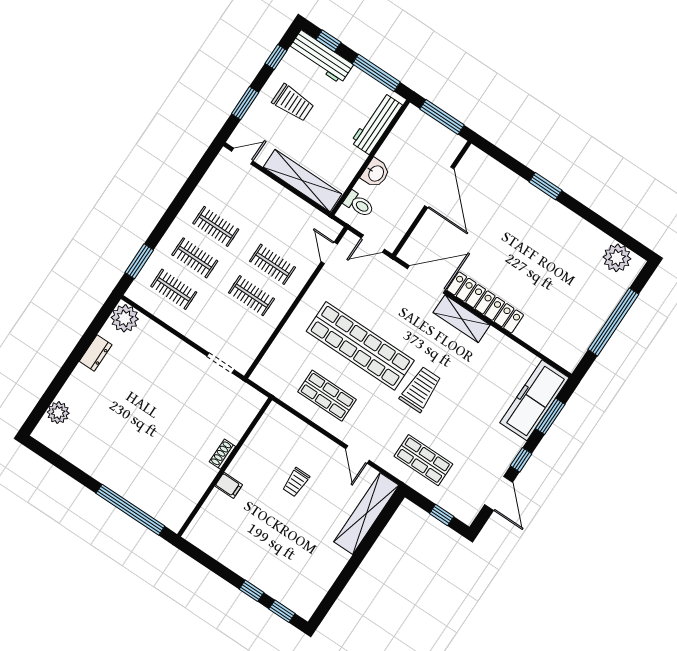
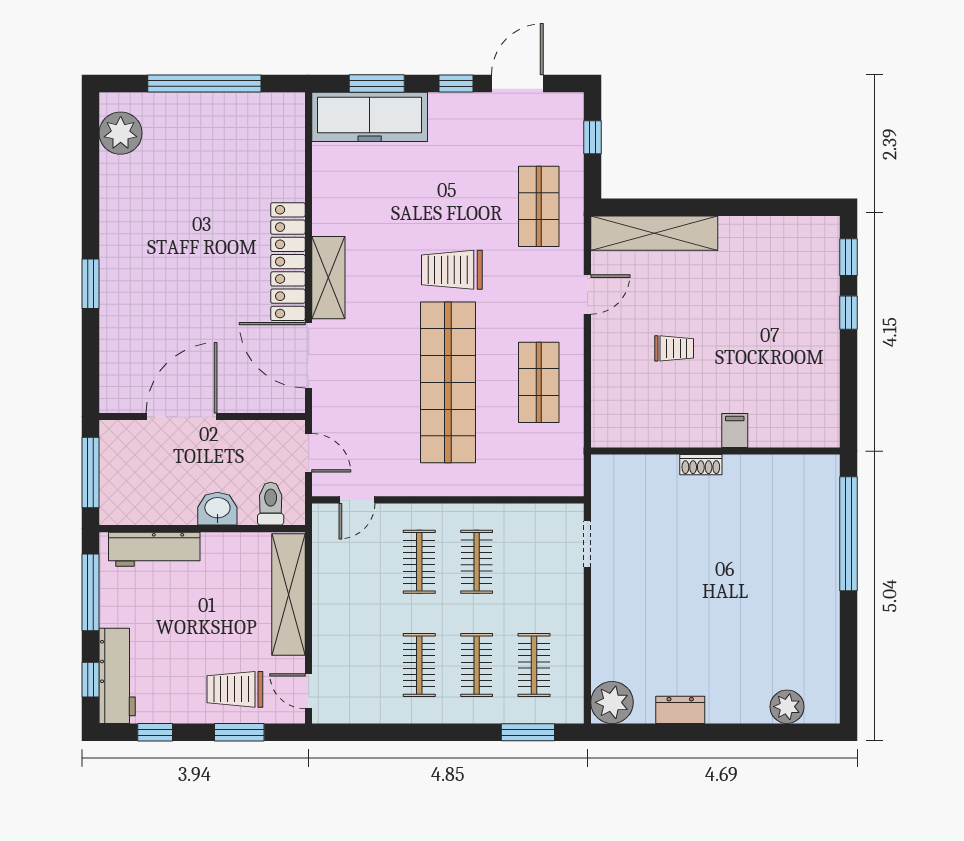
trolley: (293, 103) -> (235, 689), moved, turned -90

